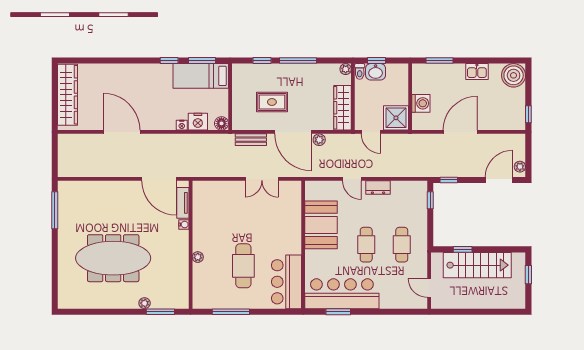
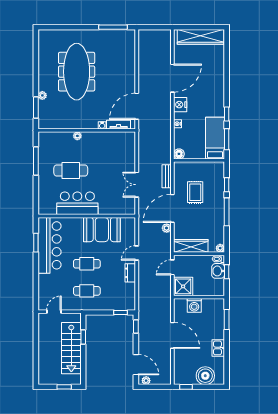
boiler: (514, 75) -> (205, 376), moved
nightstand: (198, 122) -> (180, 105), moved
bar counter: (286, 282) -> (77, 203), moved

